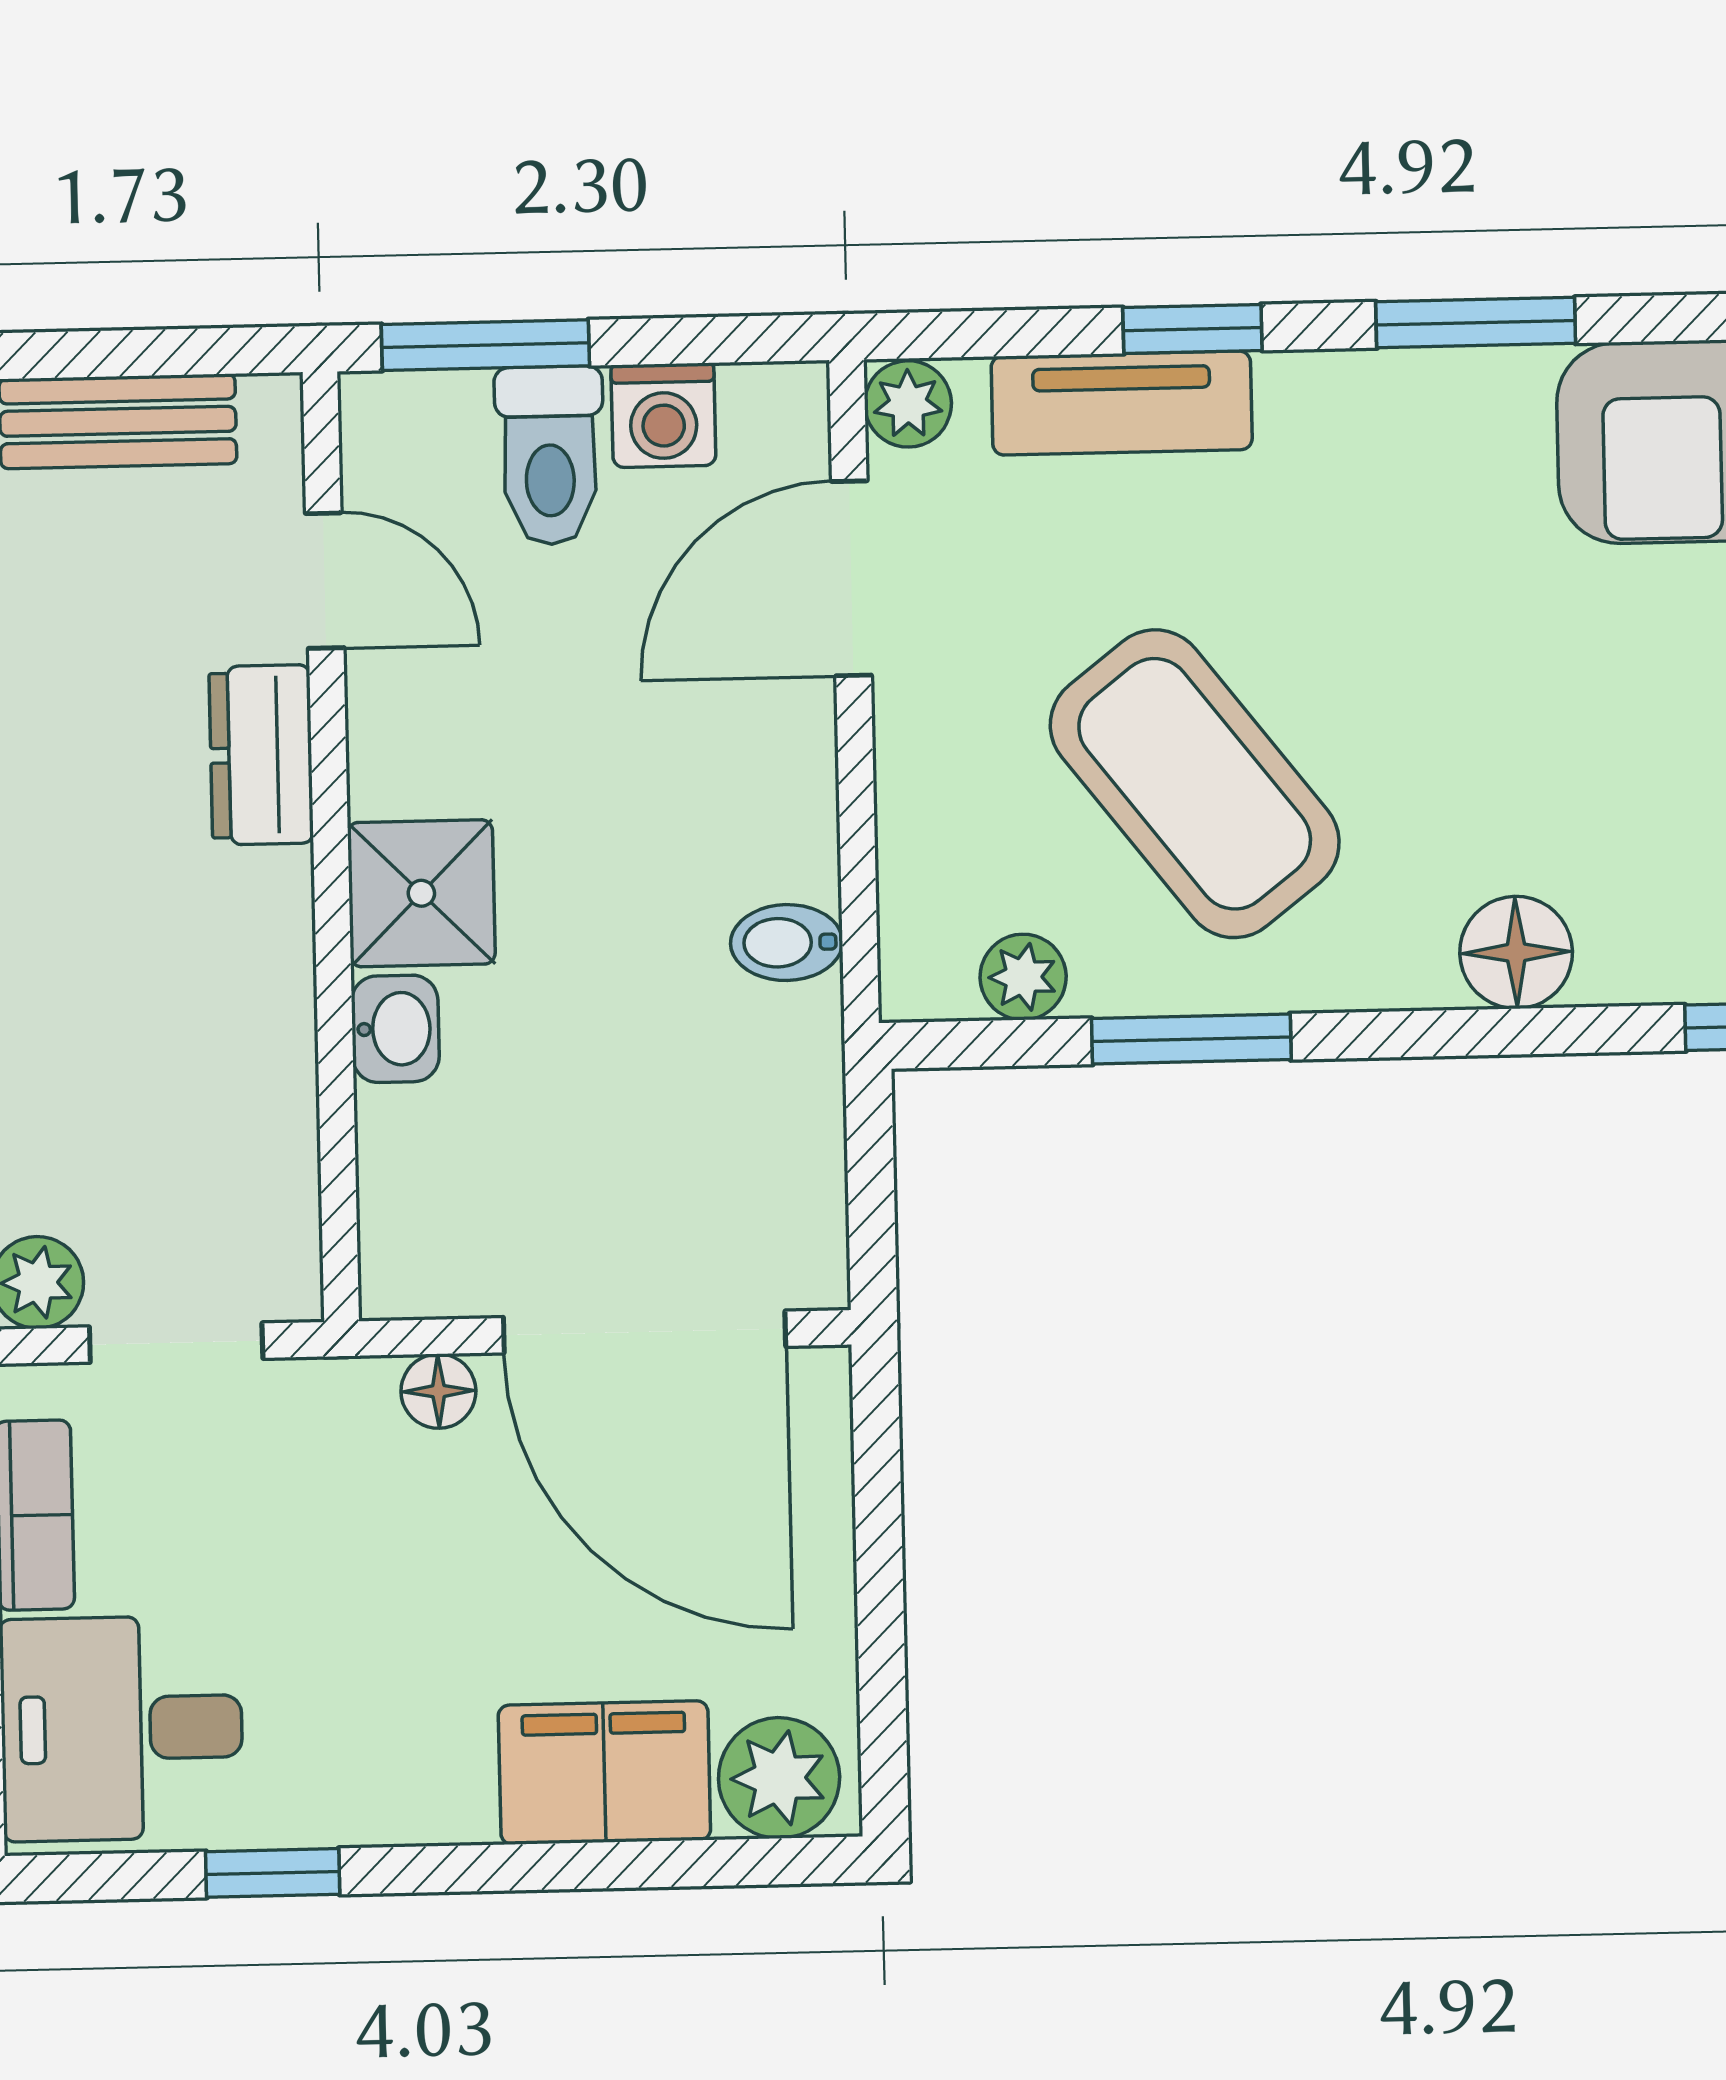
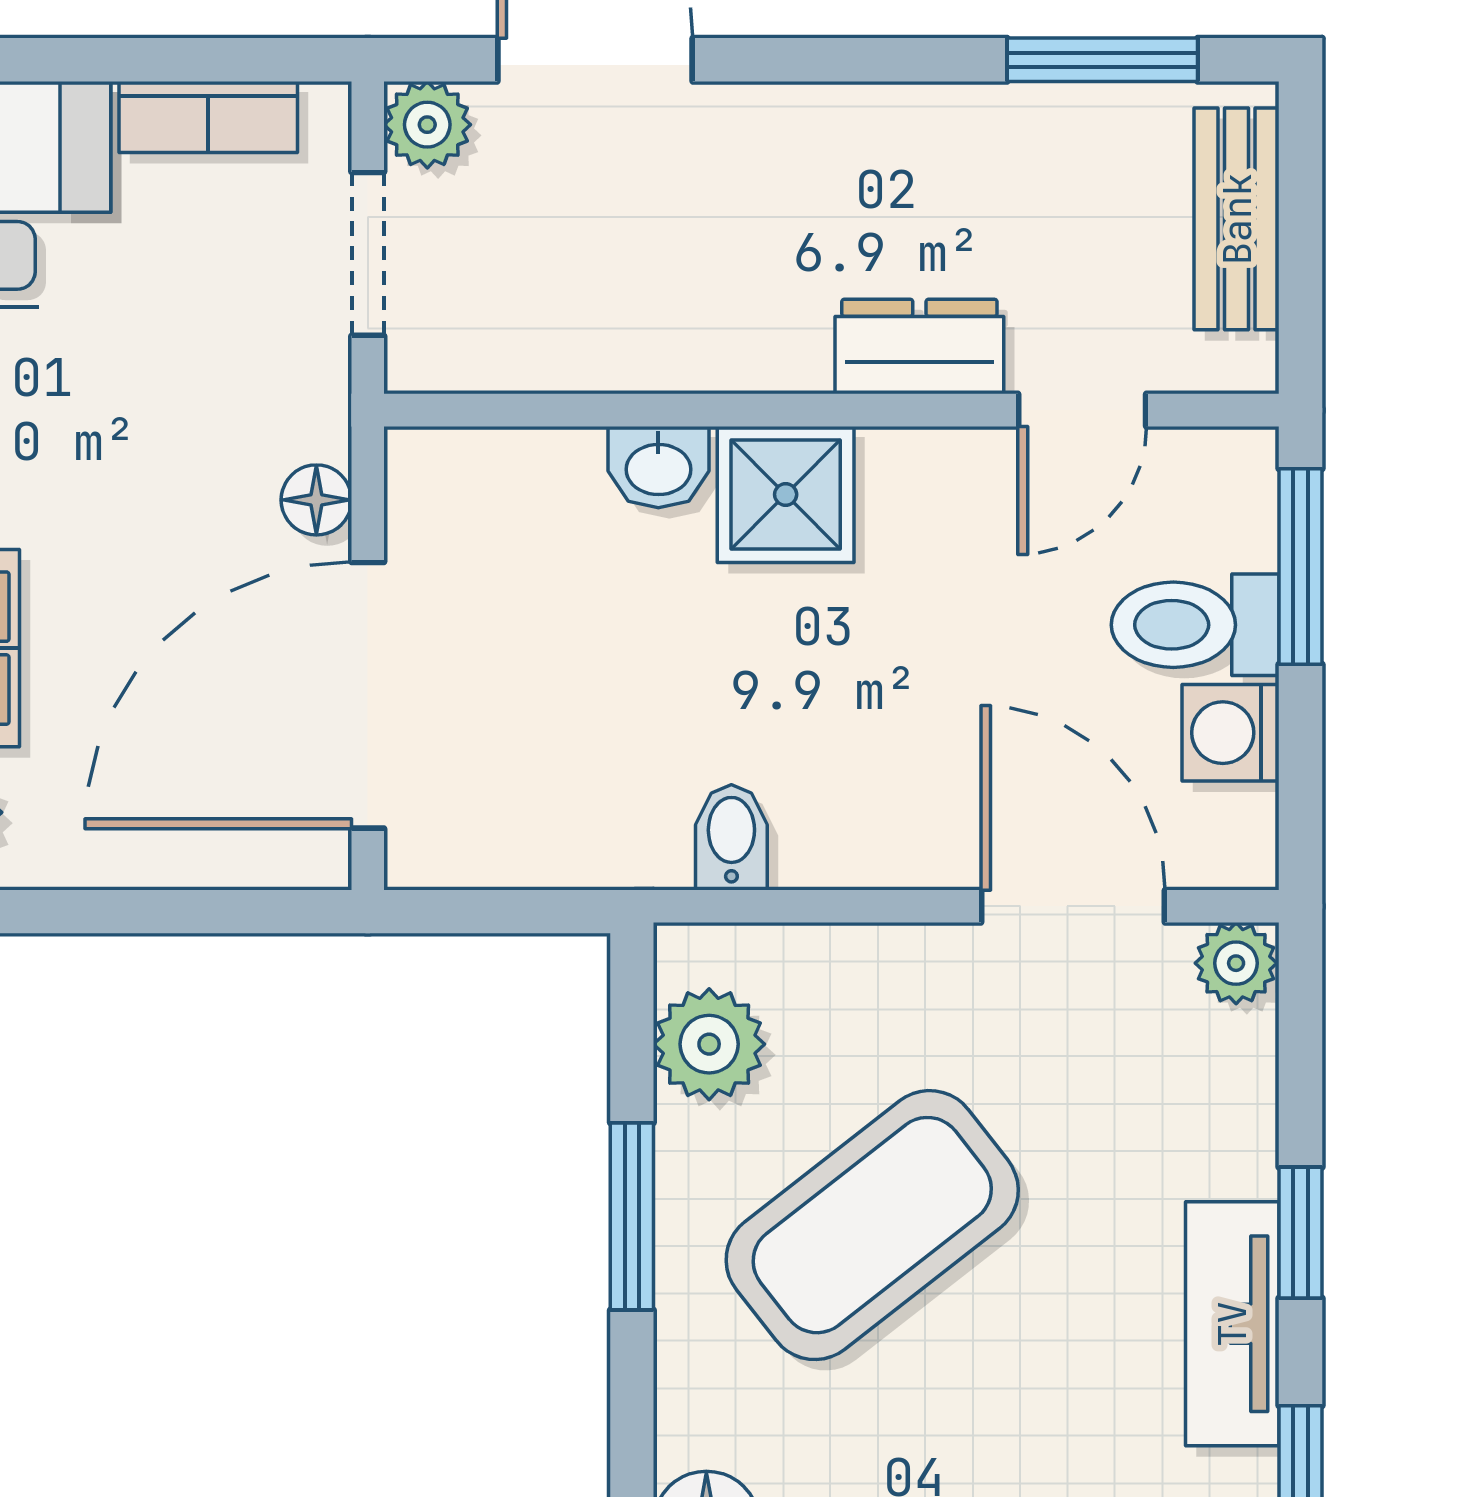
tv unit: (1122, 403) -> (1232, 1324), moved
plant: (1023, 977) -> (709, 1044), width x1.38, depth x1.38

